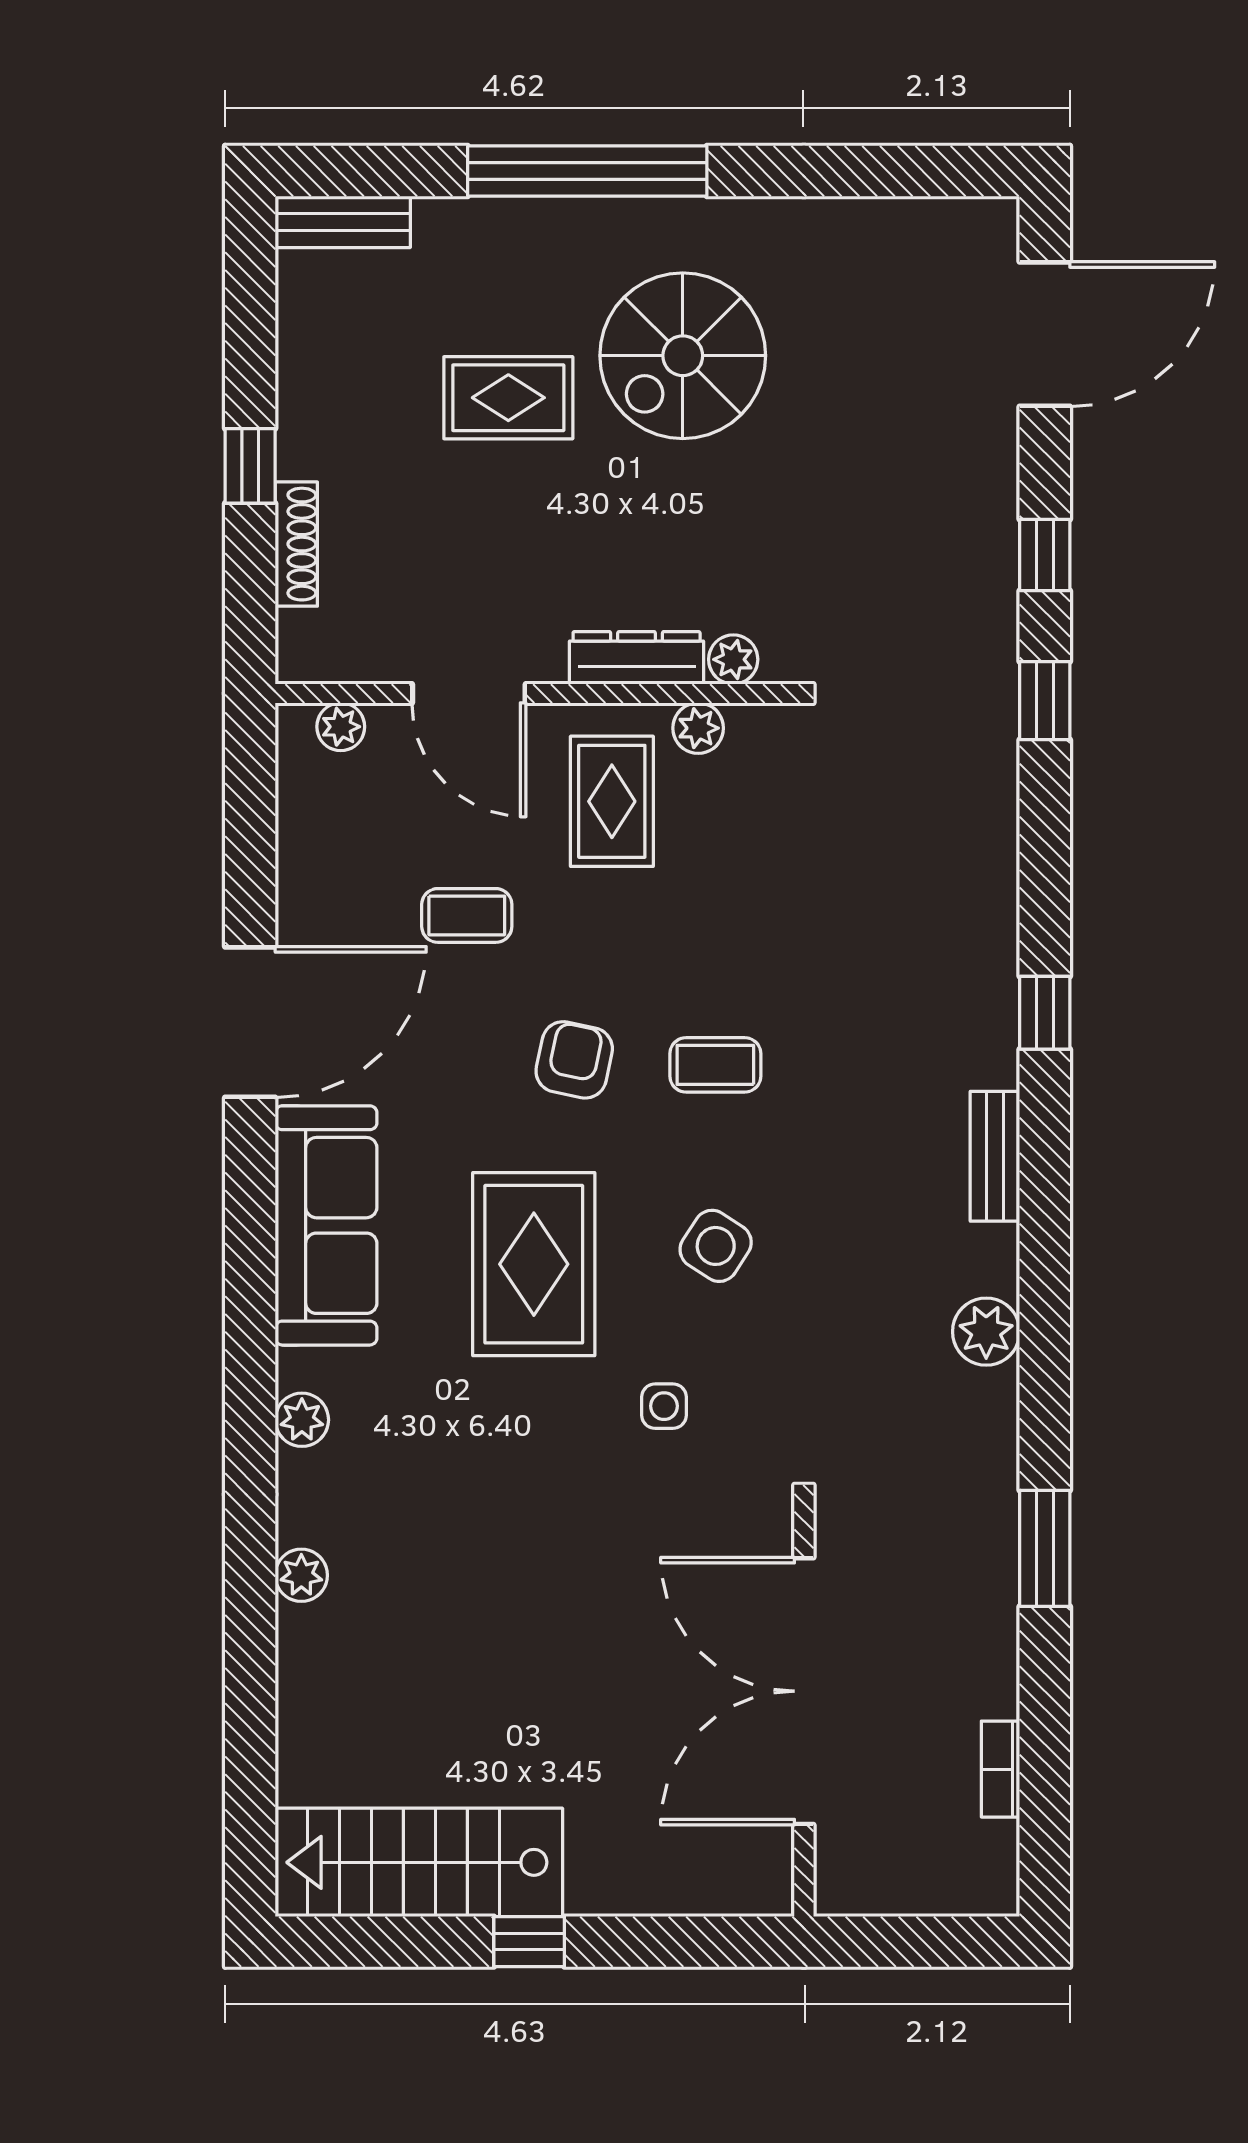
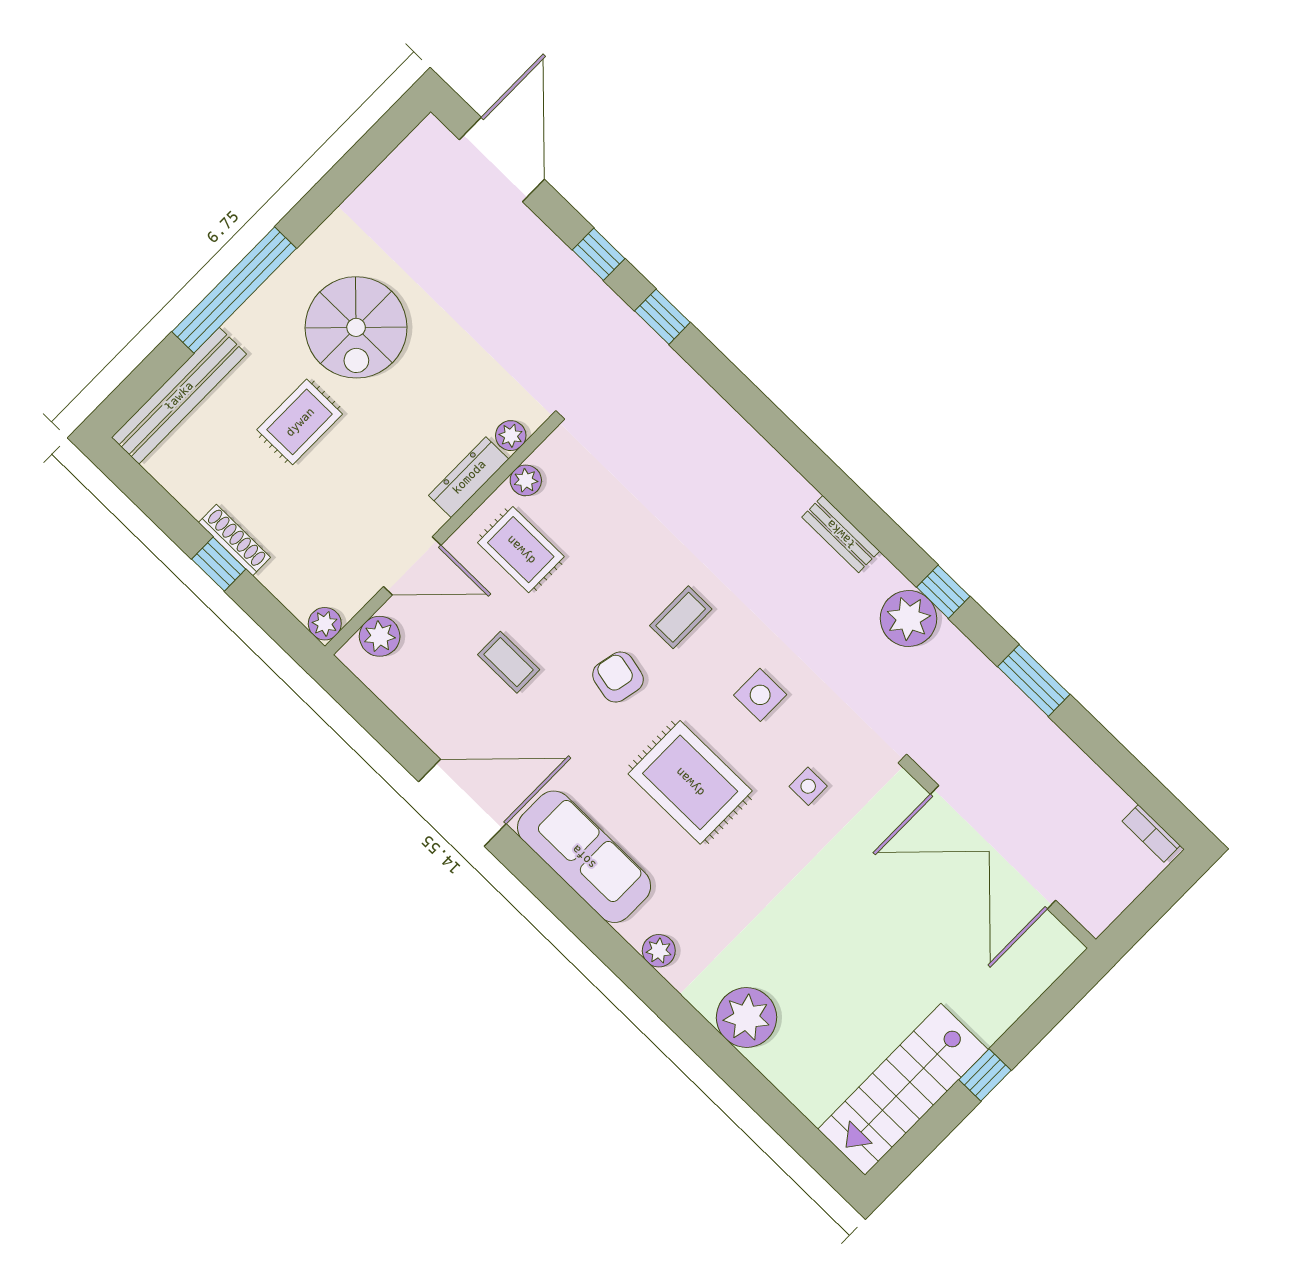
bench: (343, 222) -> (179, 396), width x1.86, depth x1.21
shoe rack: (296, 544) -> (234, 540), moved
plant: (302, 657) -> (325, 624), added
plant: (341, 727) -> (380, 636), width x1.38, depth x1.38
coffee table: (467, 915) -> (509, 662), turned 90
window: (1045, 1013) -> (943, 592), moved
door: (250, 1022) -> (462, 803), hinge flipped
side table: (716, 1246) -> (760, 695), turned -33
plant: (986, 1332) -> (909, 618), width x1.36, depth x1.36
plant: (301, 1575) -> (746, 1017), width x1.88, depth x1.88
bookcase: (1001, 1769) -> (1151, 833), moved

